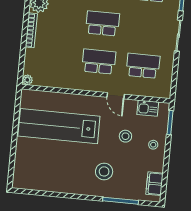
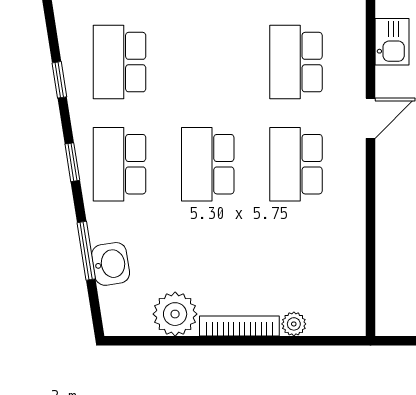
plant: (27, 80) -> (294, 324), moved

